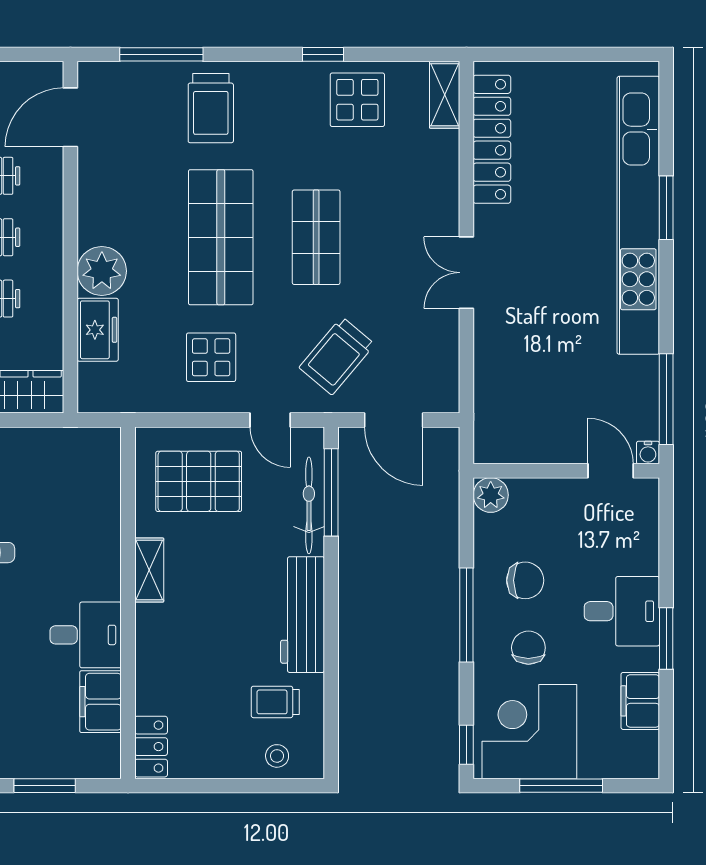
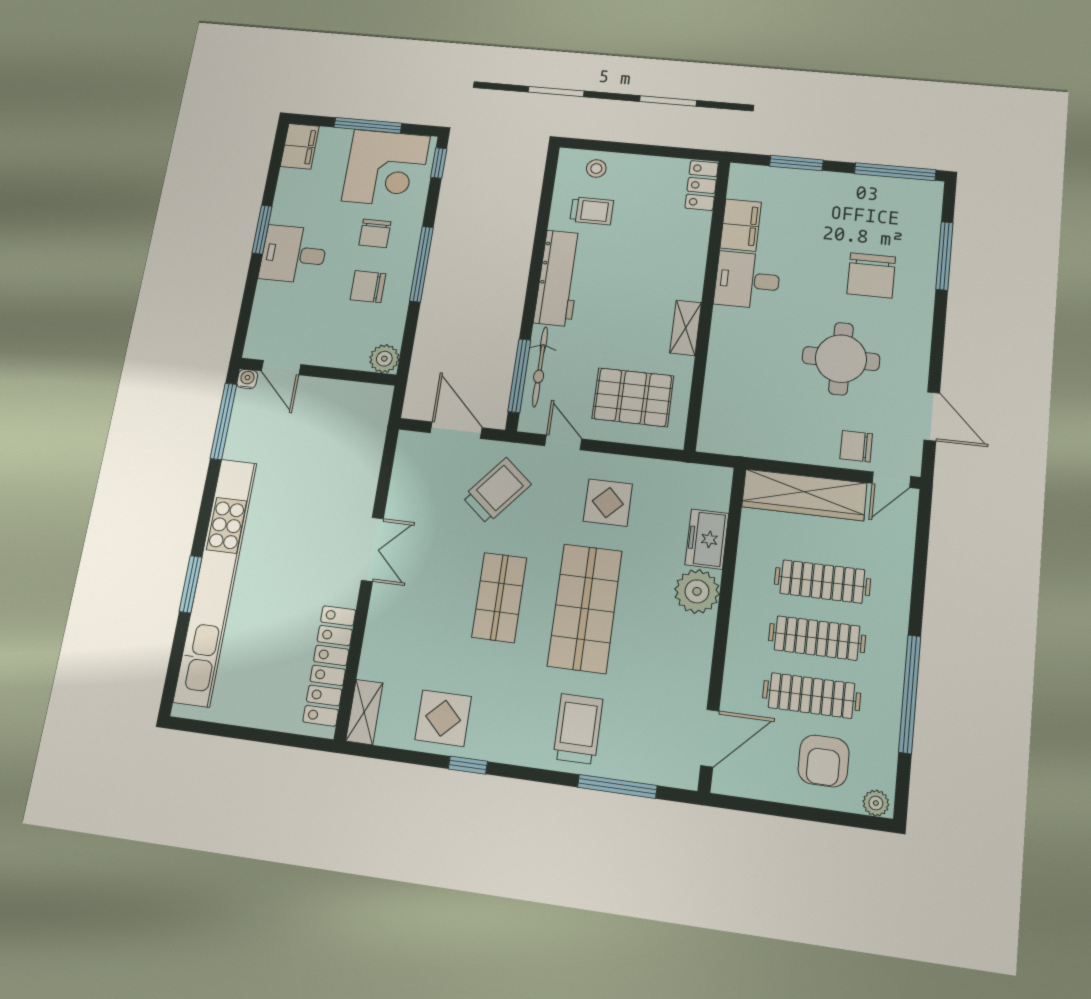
filing cabinet: (640, 701) -> (300, 146), moved

